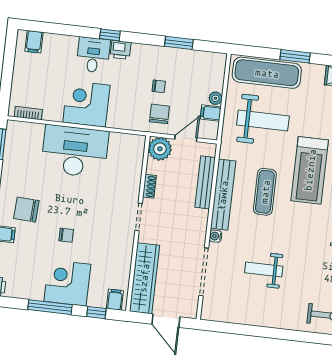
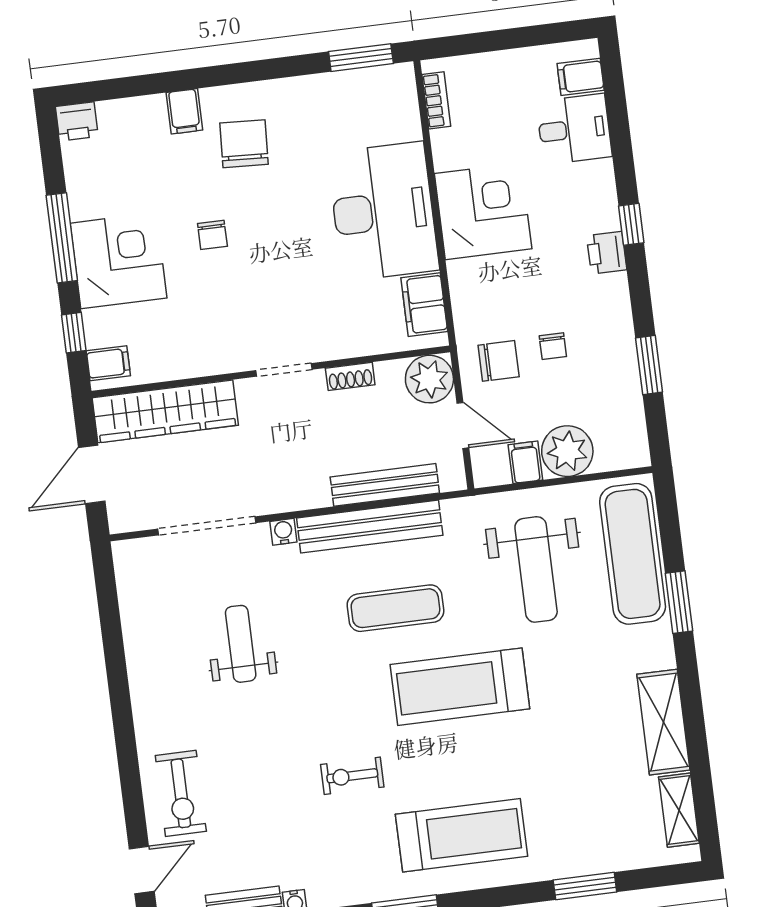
desk: (93, 55) -> (574, 129), moved
plant: (215, 98) -> (567, 451), width x1.88, depth x1.88
filing cabinet: (124, 143) -> (424, 305), added

